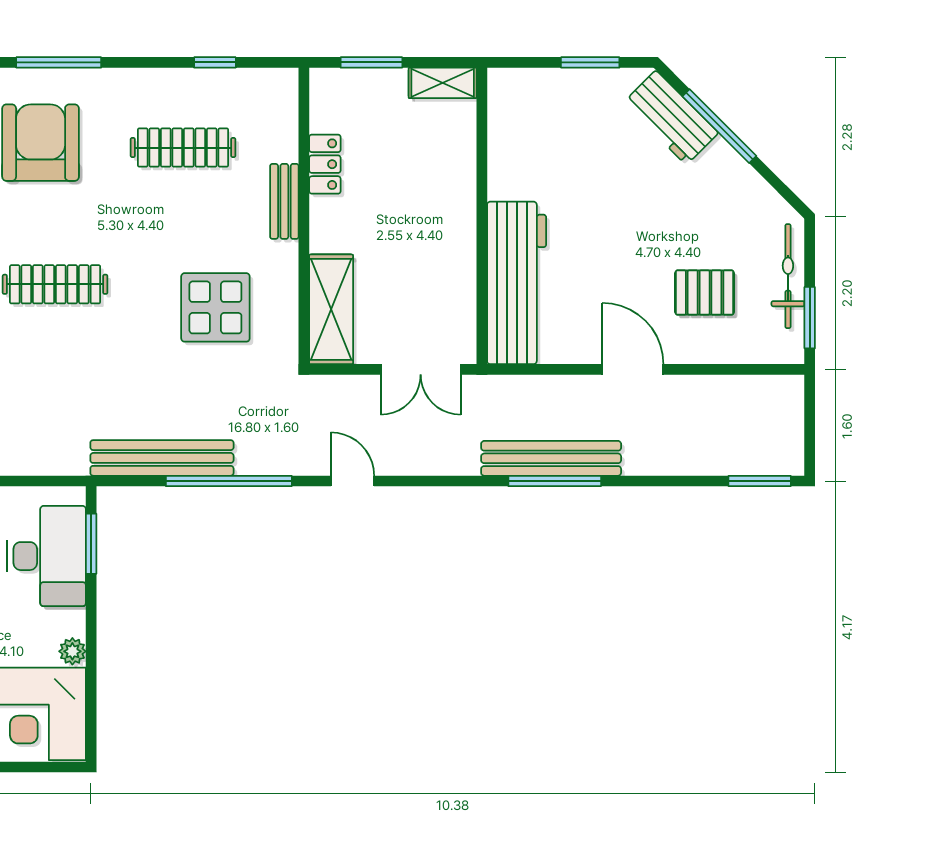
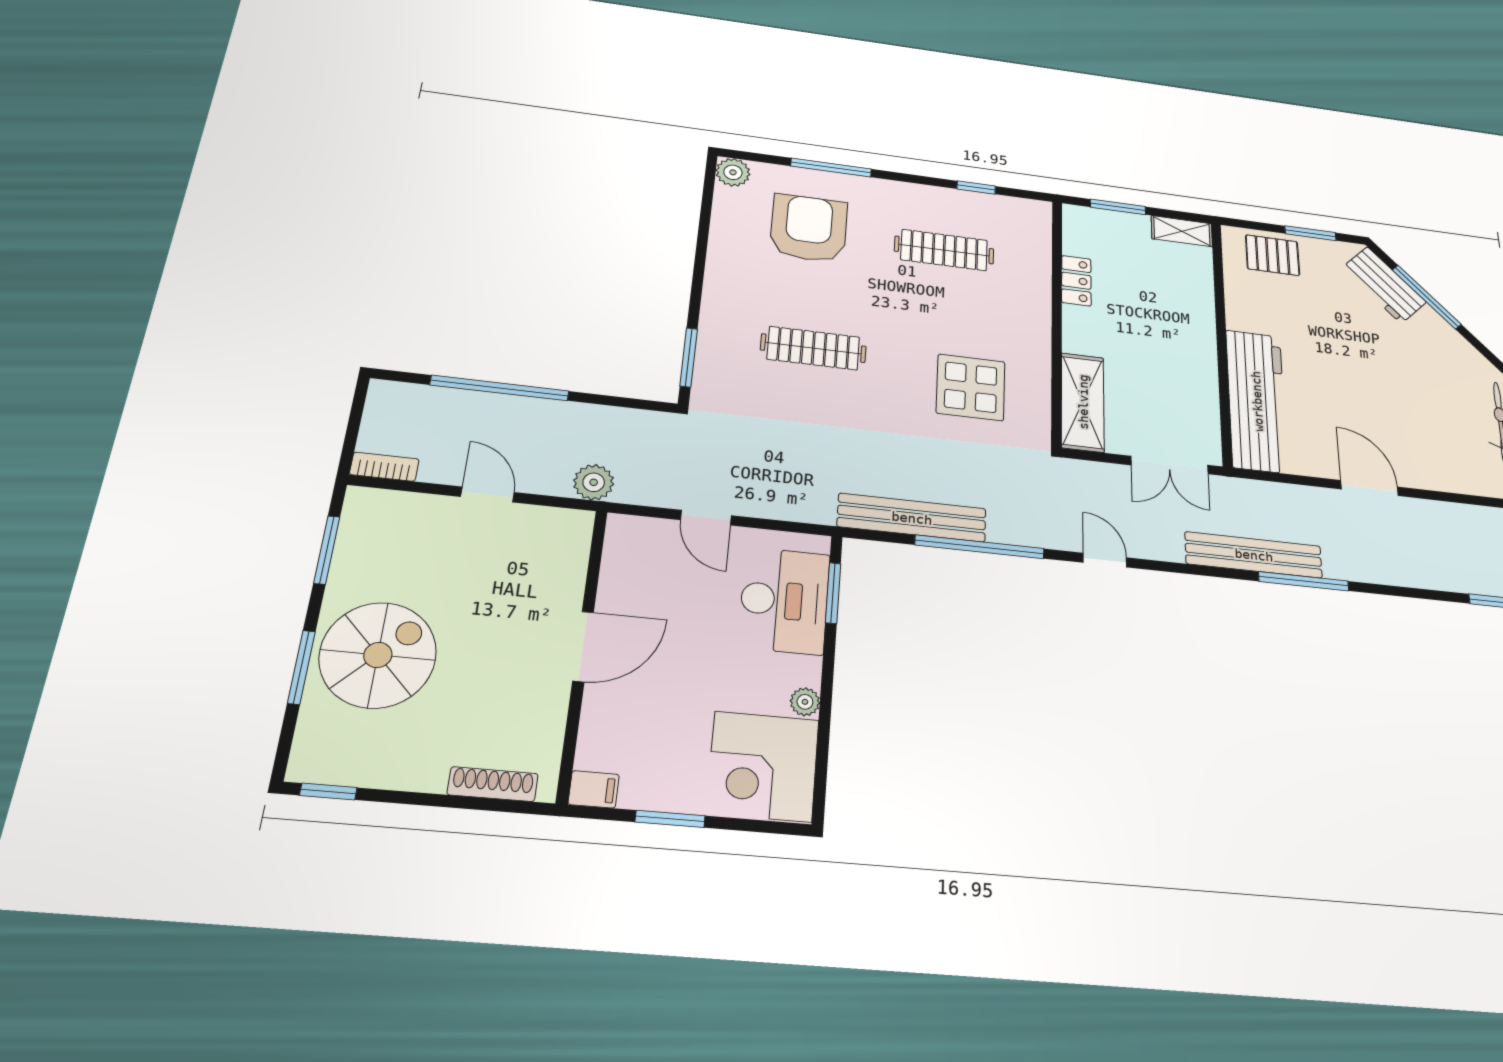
bench: (284, 201) -> (1038, 306), removed
pallet: (705, 293) -> (1273, 255), moved
bench: (551, 458) -> (1254, 555), moved

